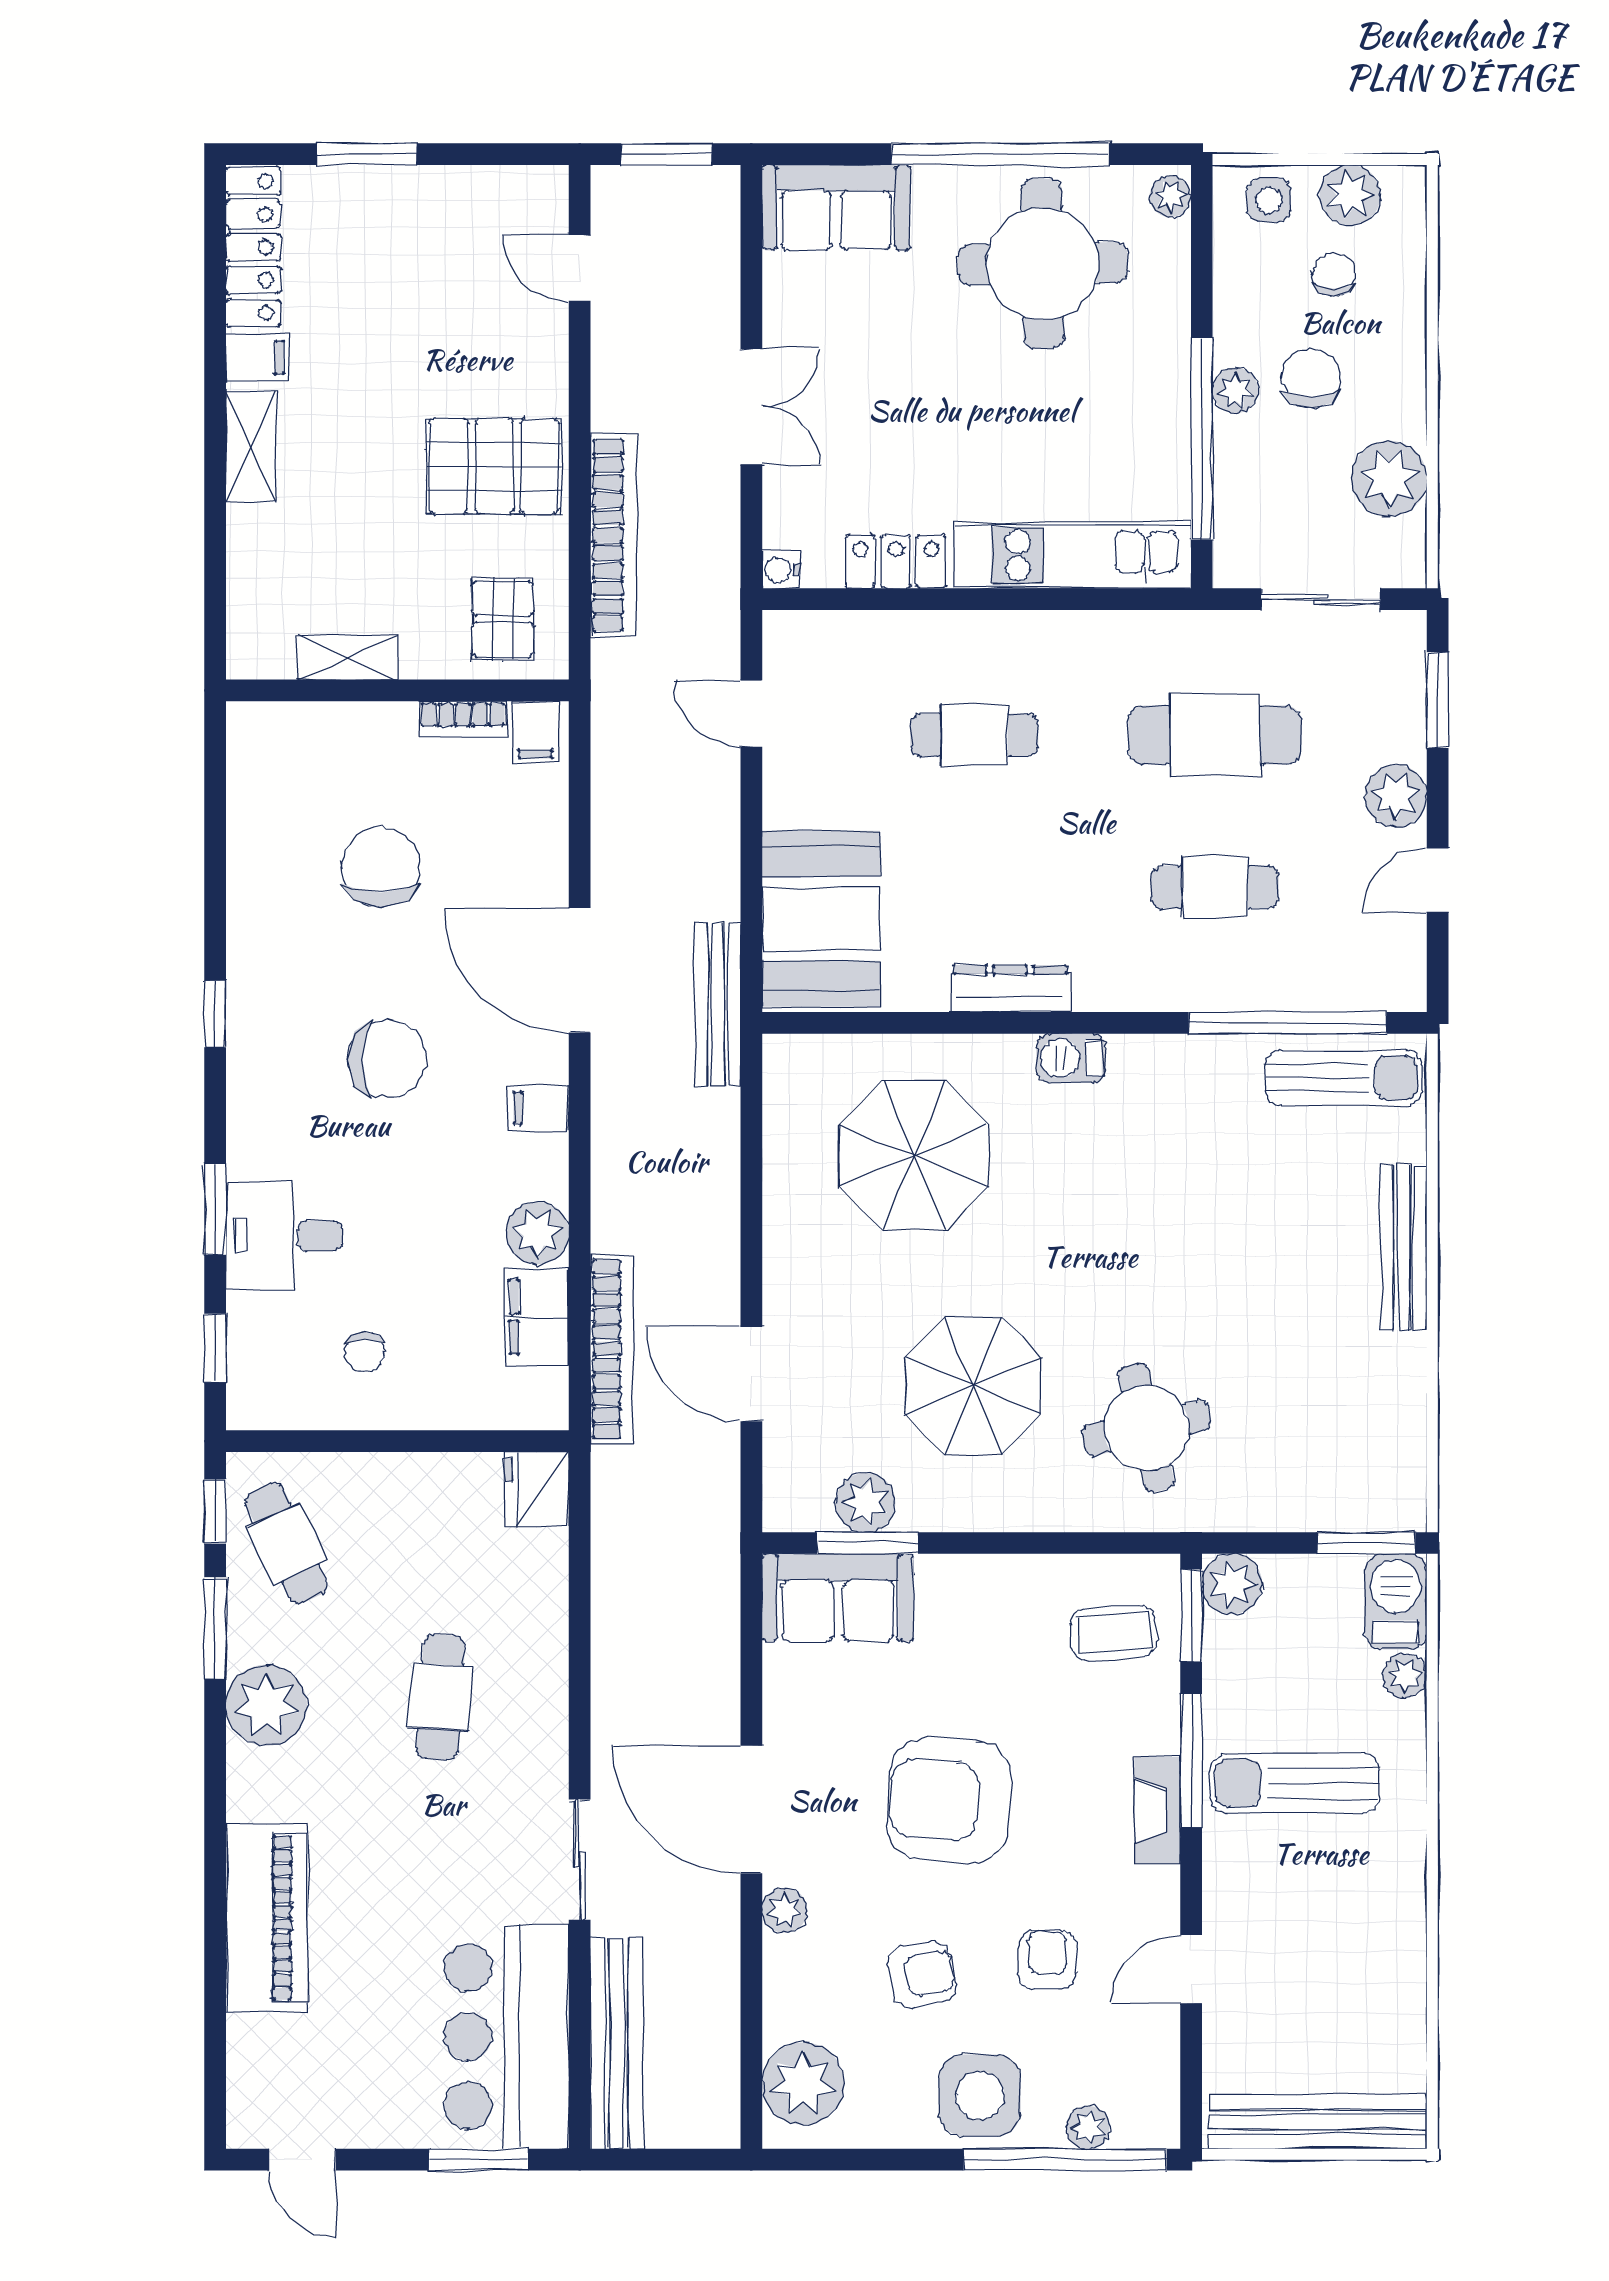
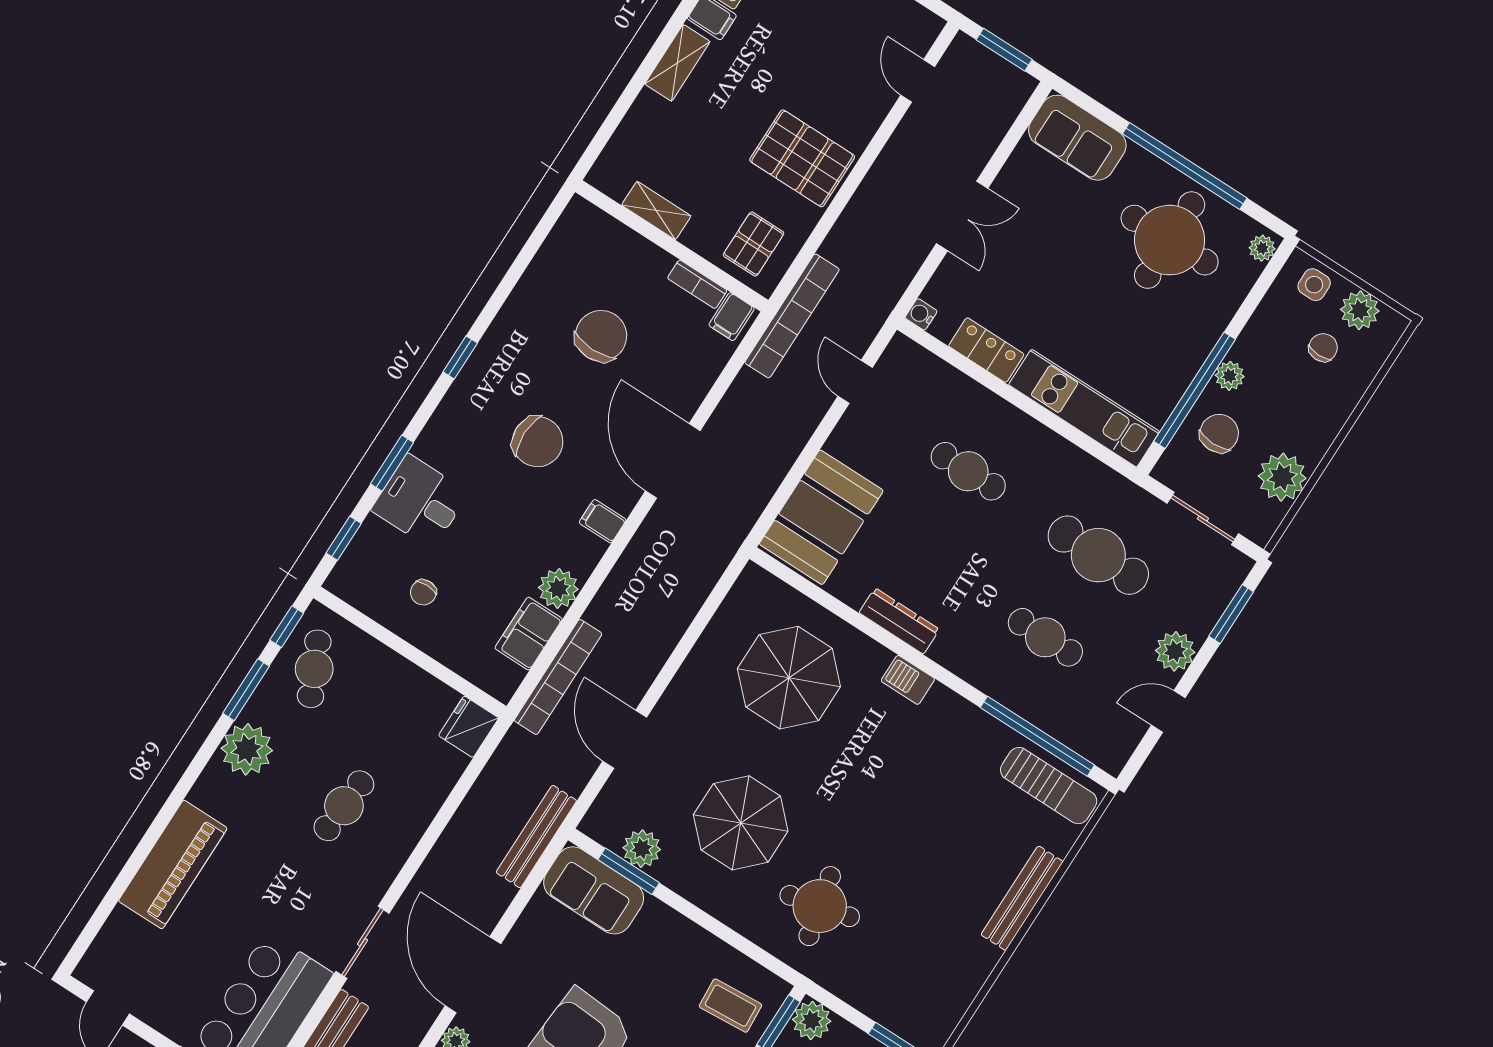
chair: (1311, 378) -> (1219, 433), moved
bookcase: (613, 535) -> (792, 316), moved
bench: (718, 1005) -> (536, 837), moved

